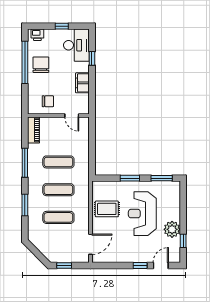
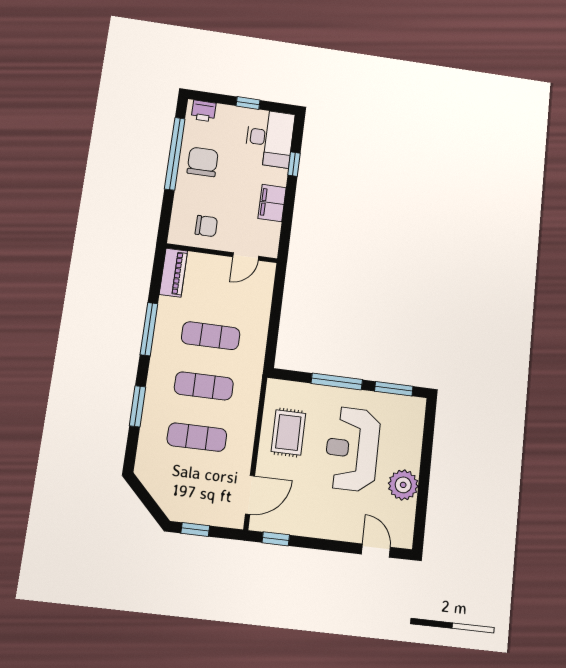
door: (72, 115) -> (246, 257), hinge flipped
window: (130, 178) -> (337, 381), width x1.44
rug: (107, 209) -> (288, 432), turned 90
window: (183, 241) -> (421, 509), removed
window: (140, 265) -> (276, 539), moved
door: (161, 265) -> (376, 551), hinge flipped

